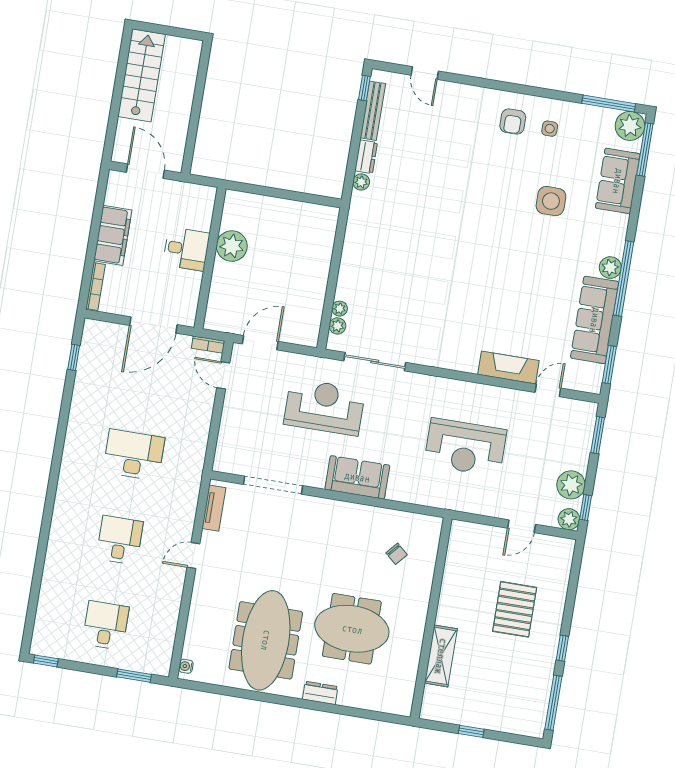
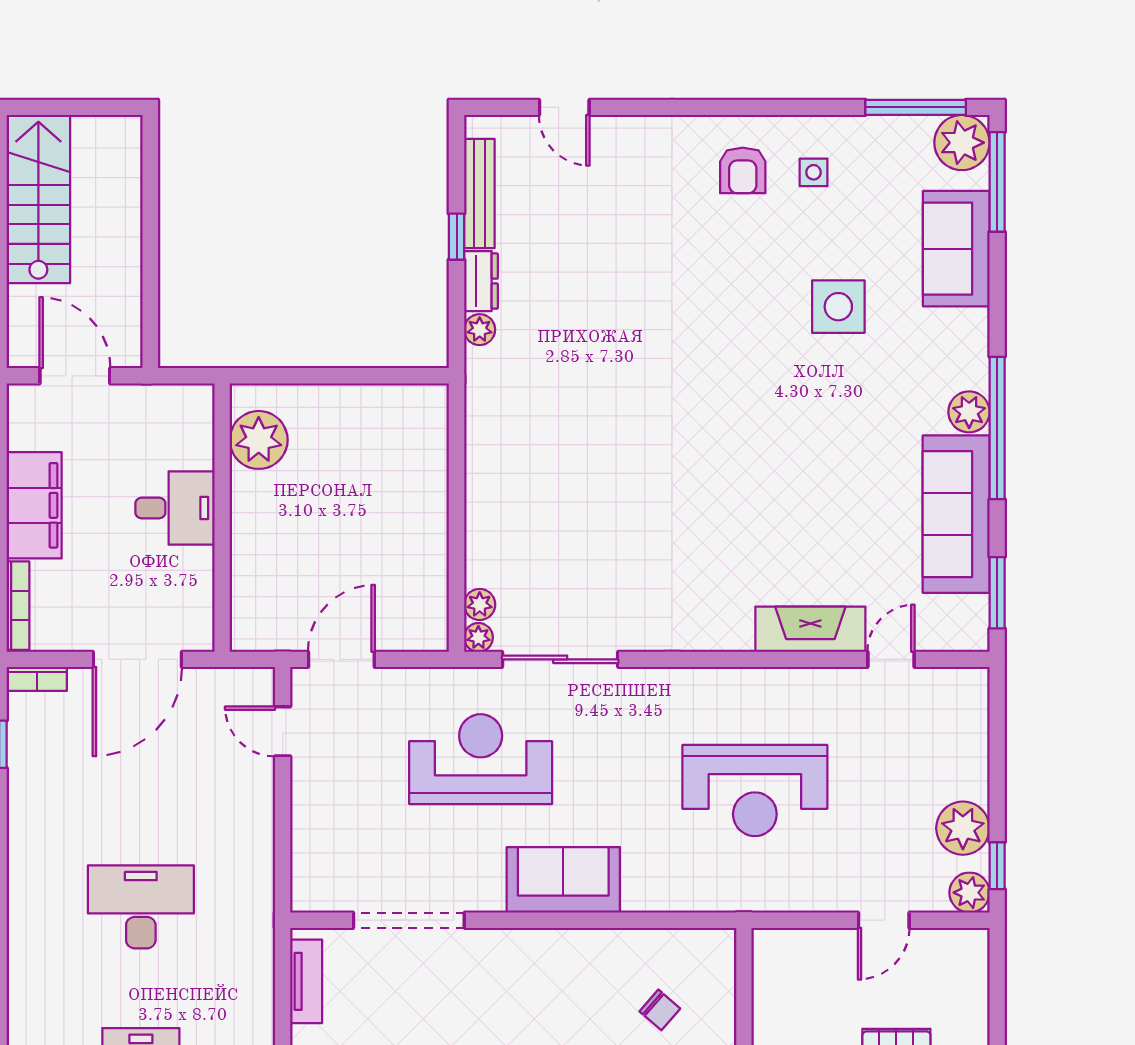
window: (364, 88) -> (457, 237), moved
plant: (232, 246) -> (259, 440), moved
plant: (340, 309) -> (478, 637), moved
bookcase: (208, 345) -> (37, 679), moved
window: (598, 435) -> (997, 728), removed

